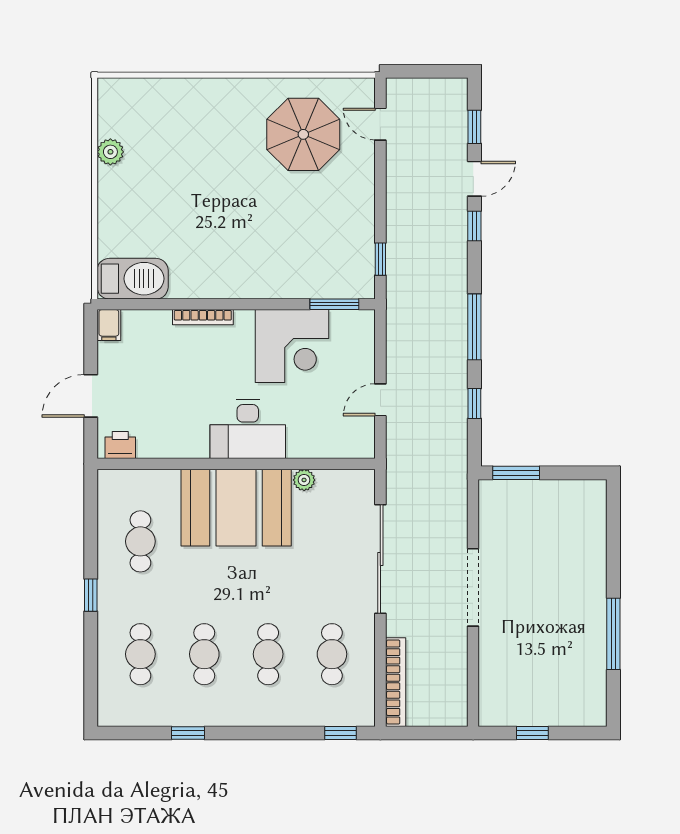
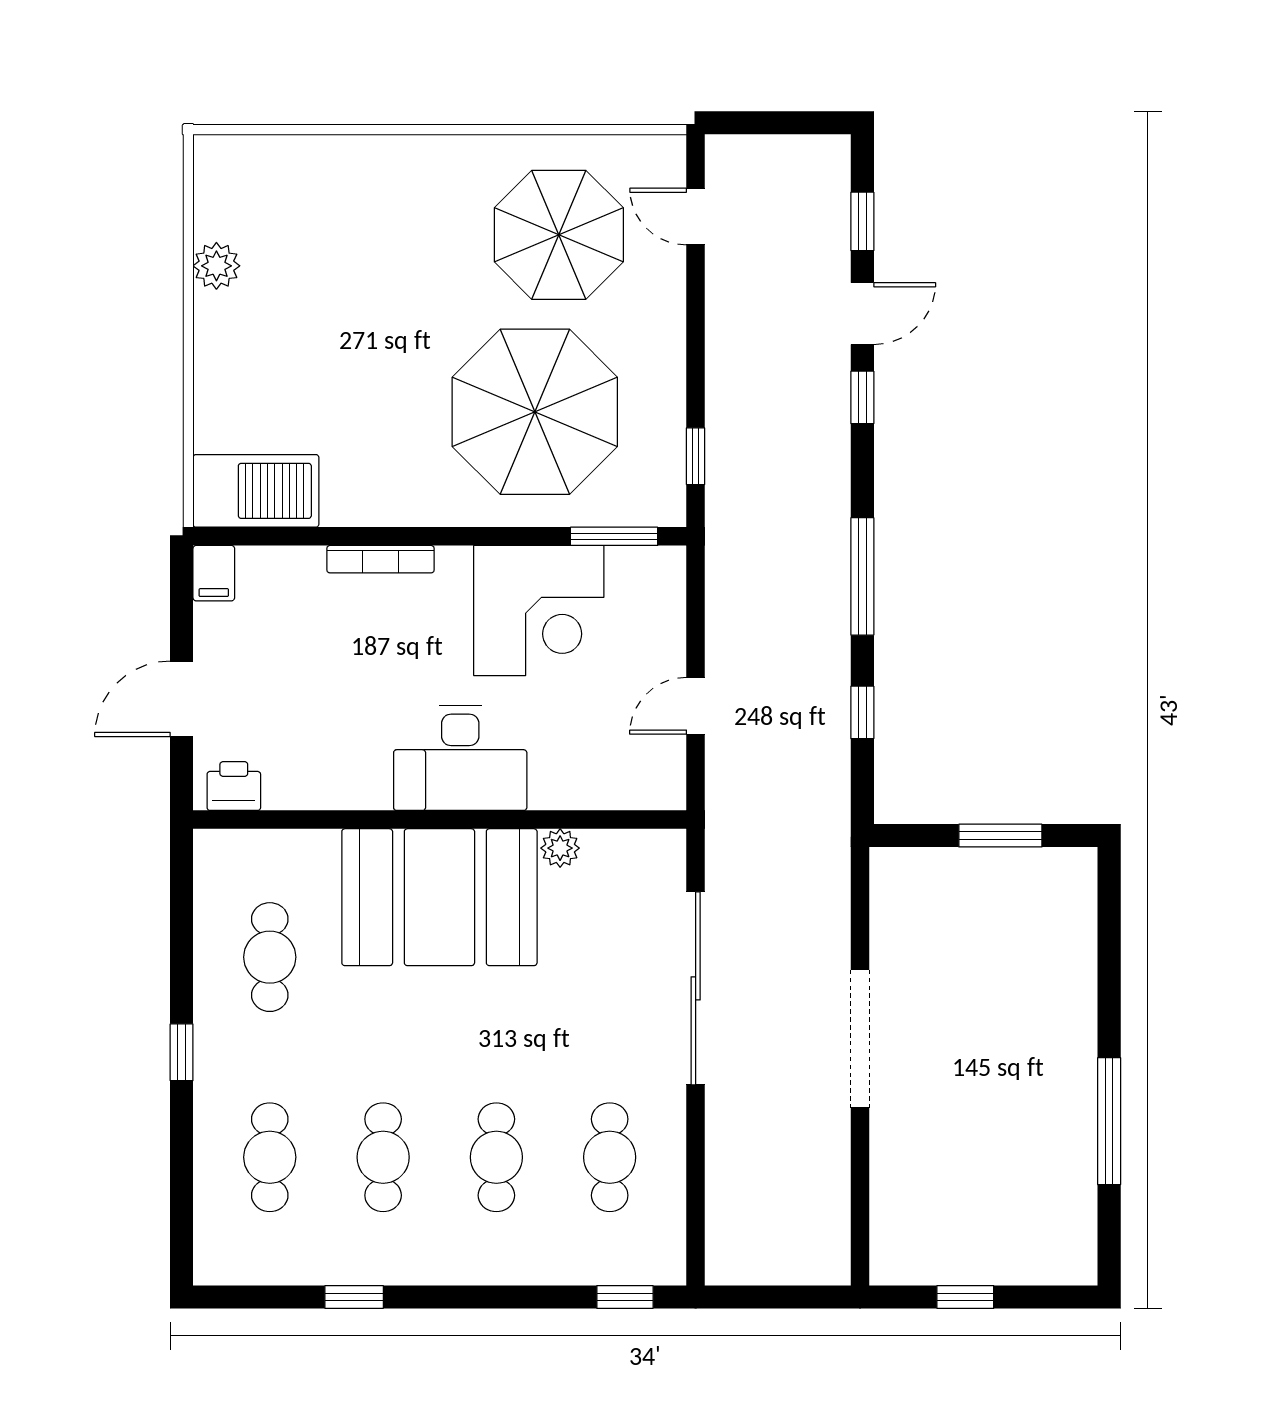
parasol: (290, 234) -> (535, 412), added
window: (516, 473) -> (1000, 836), moved
bookcase: (396, 682) -> (723, 1207), removed

